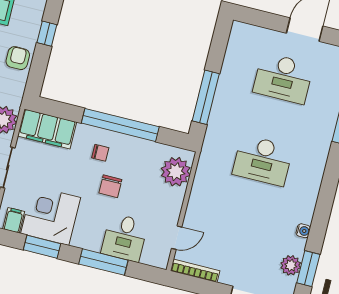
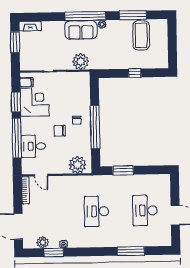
armchair: (18, 58) -> (117, 61), removed
window: (206, 97) -> (123, 170), width x0.69
filing cabinet: (47, 129) -> (82, 87), removed
window: (103, 262) -> (17, 138), width x1.46
window: (308, 269) -> (54, 252), moved

